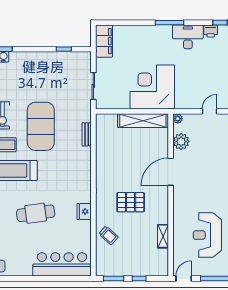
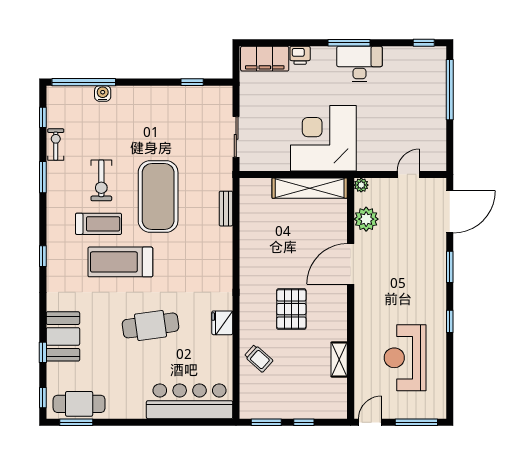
printer: (211, 31) -> (300, 55), moved
desk: (188, 37) -> (360, 64), moved
filing cabinet: (104, 41) -> (265, 59), moved, turned 90
pallet: (131, 202) -> (291, 309), turned 90

